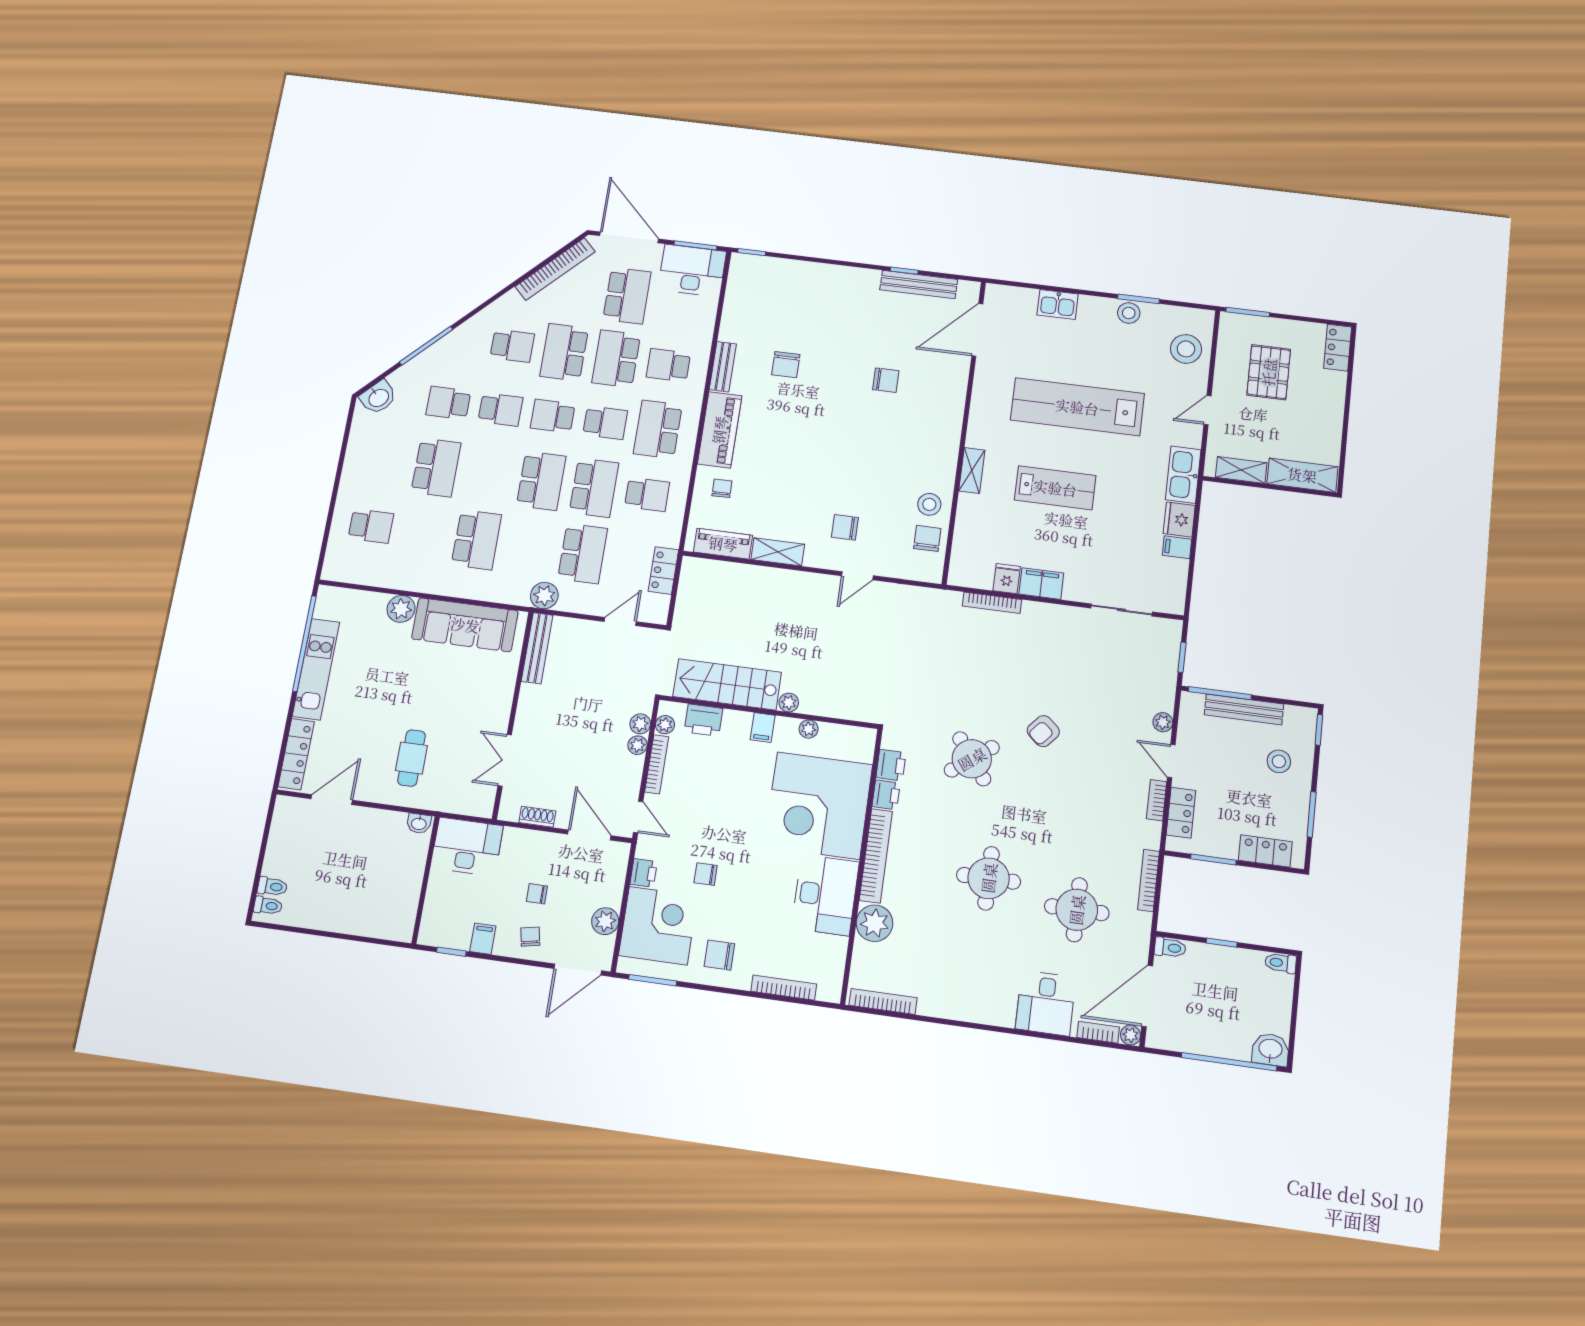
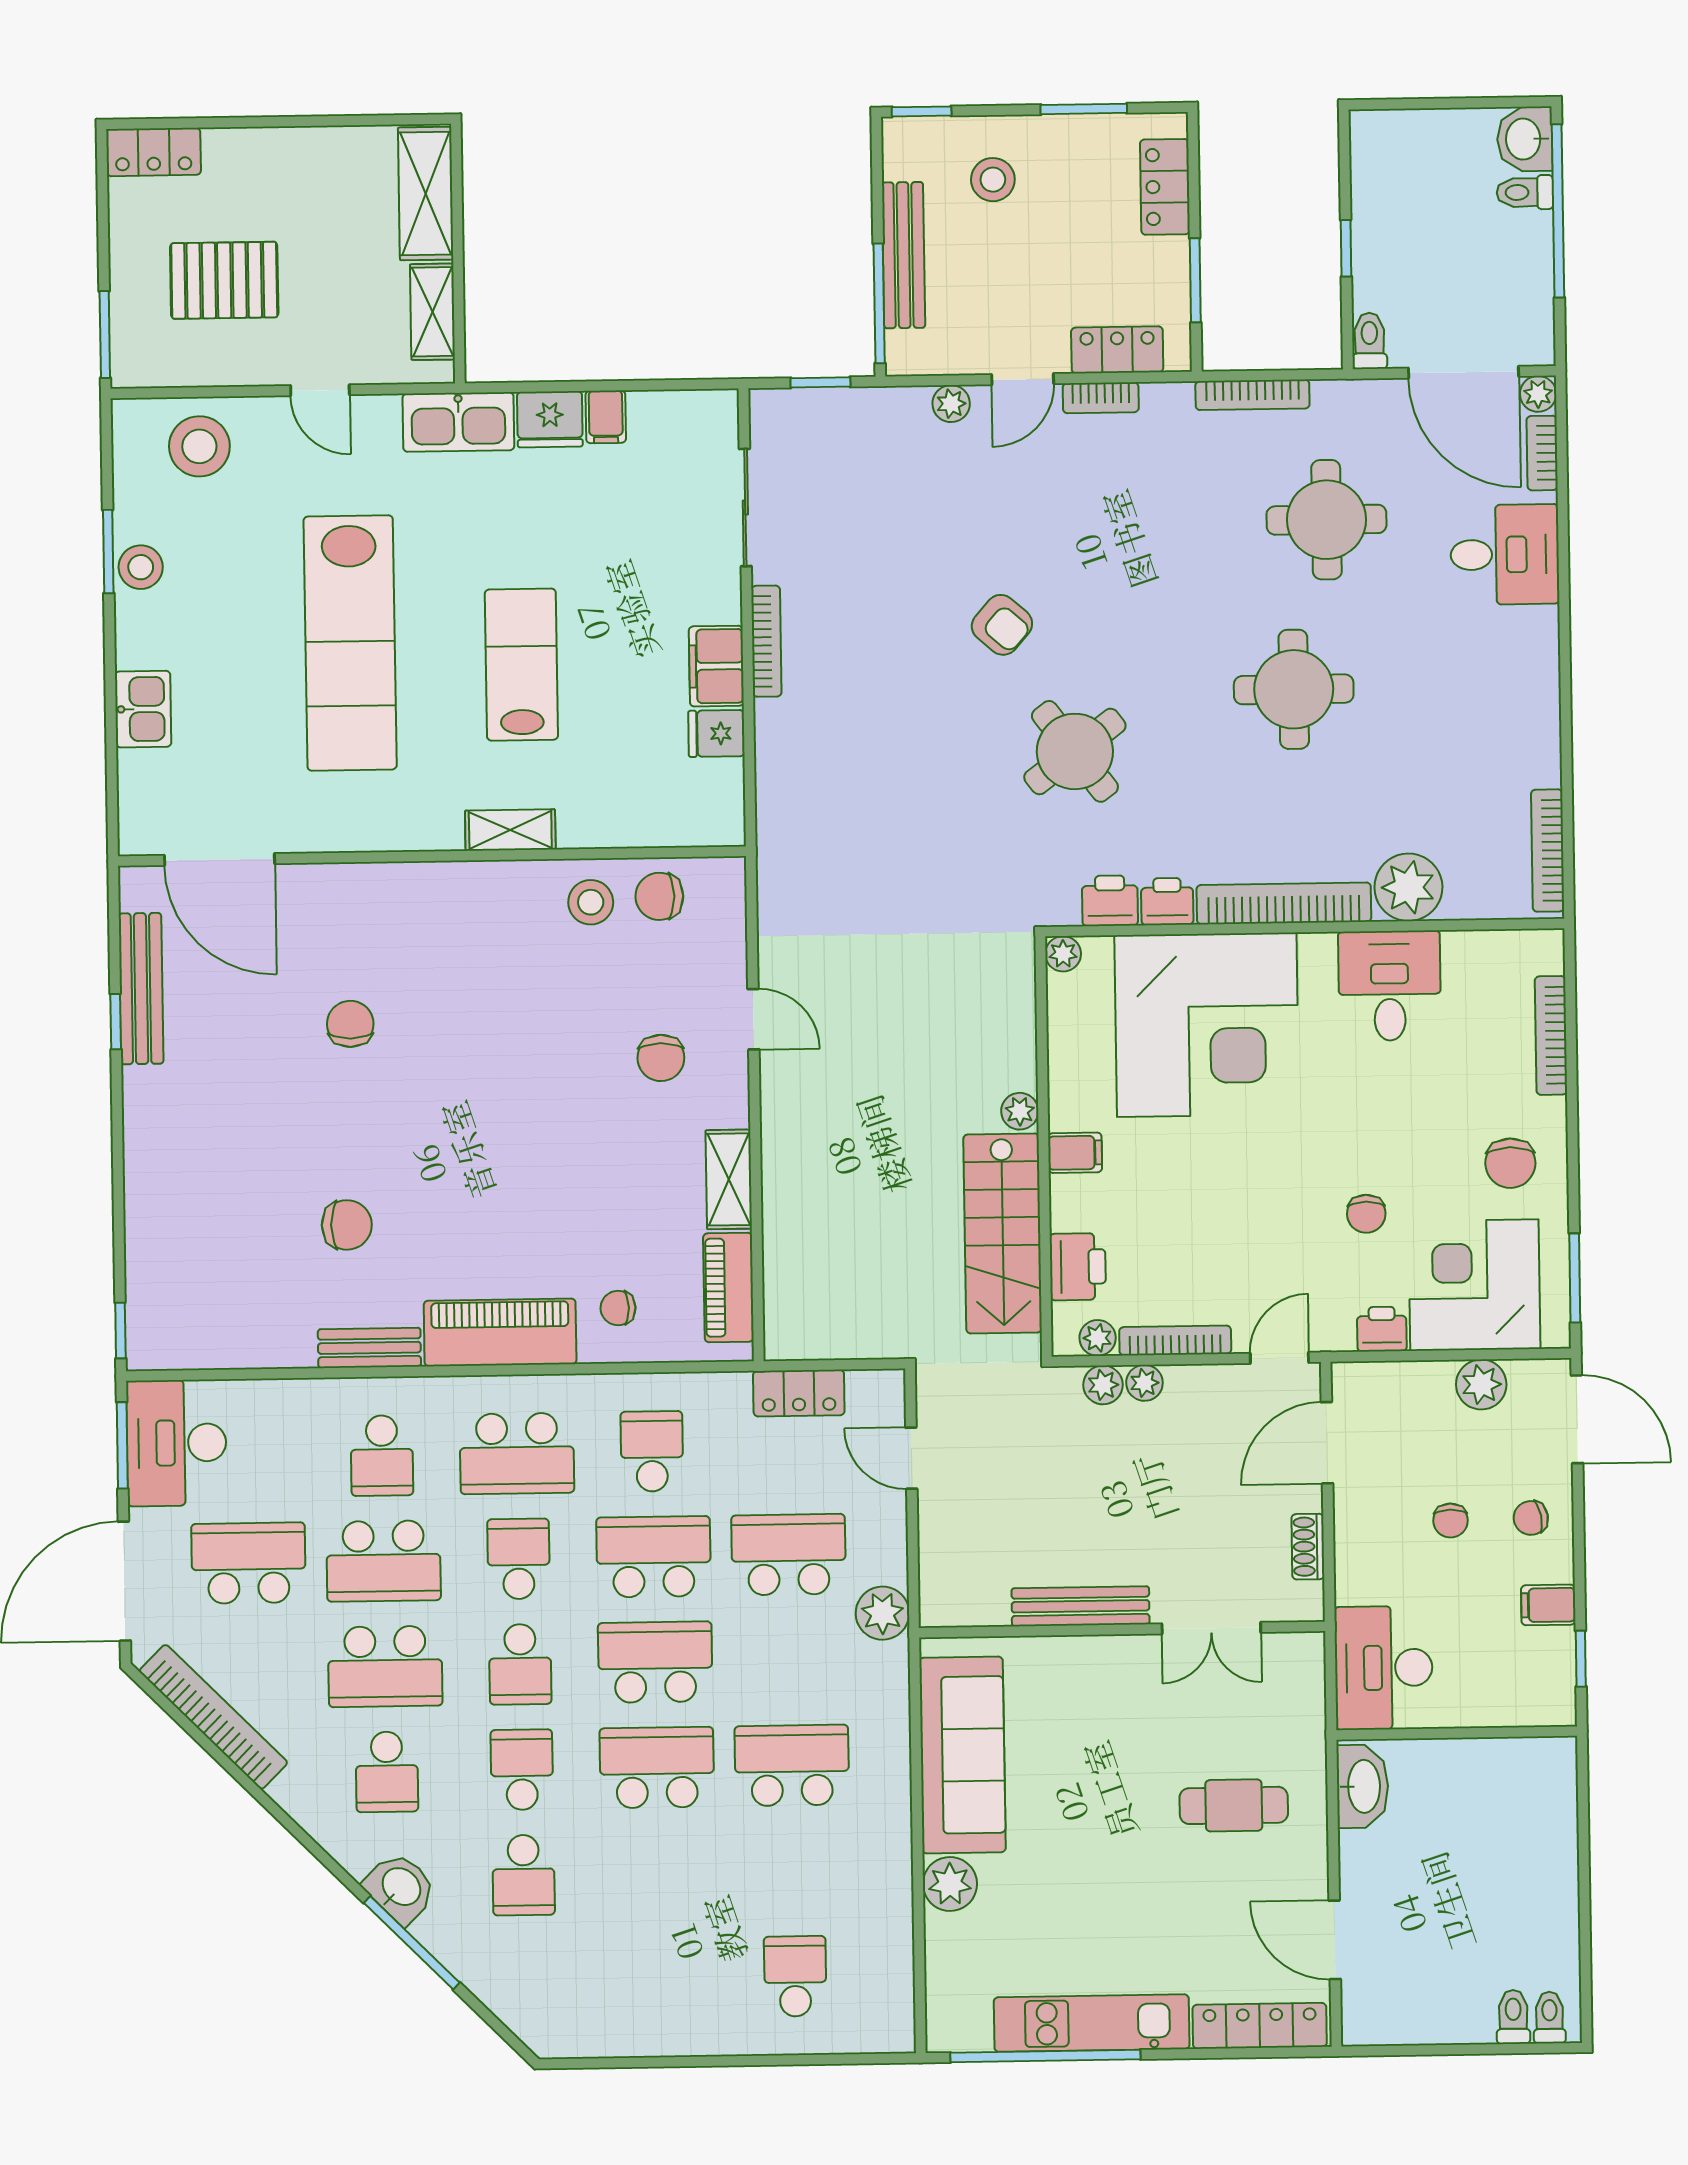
school desk: (512, 346) -> (387, 1772), turned 180
washbasin: (378, 397) -> (400, 1888), moved
school desk: (436, 467) -> (657, 1768), moved
bookcase: (992, 603) -> (766, 641), moved
bench: (537, 648) -> (1080, 1606), moved
plant: (809, 729) -> (1063, 954), moved
washbasin: (419, 823) -> (1363, 1786), width x1.91, depth x1.45
desk: (825, 895) -> (1390, 986), width x0.73
toilet: (1281, 963) -> (1525, 192), moved, turned 90

